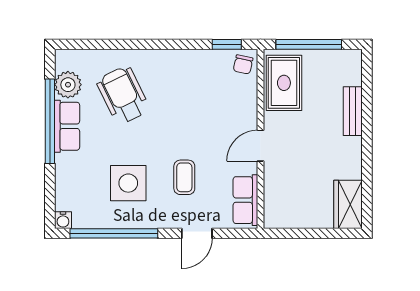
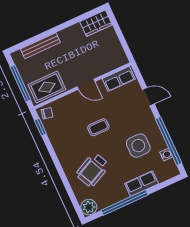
plant: (68, 85) -> (89, 207), moved
bench: (353, 111) -> (40, 46), width x1.36
row of seats: (67, 126) -> (142, 184), moved
coffee table: (184, 177) -> (98, 127), moved
water cooler: (63, 220) -> (166, 155), moved

